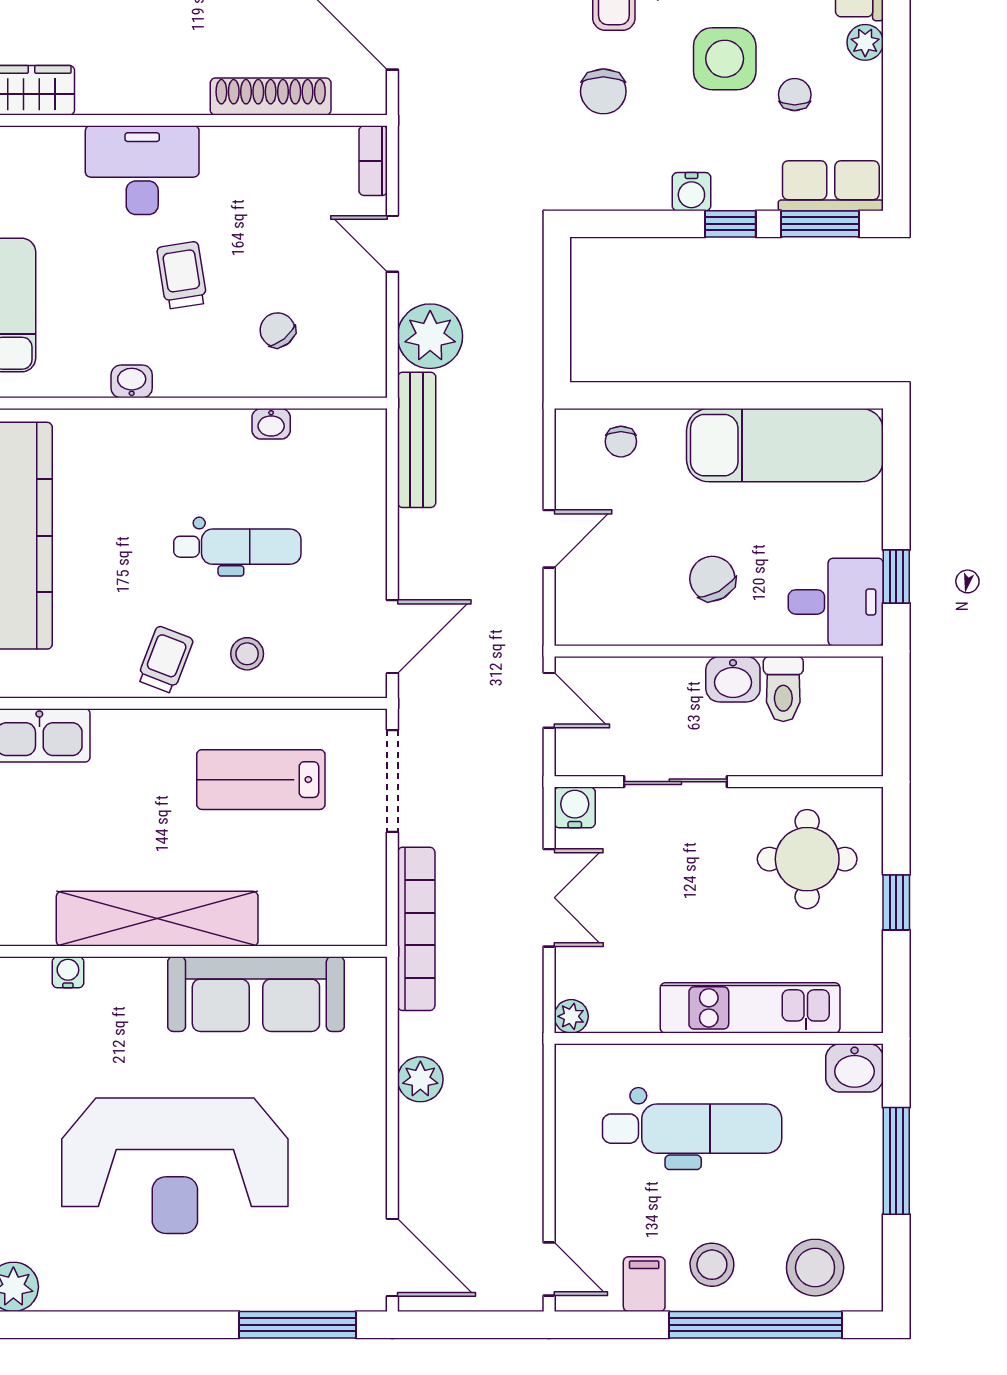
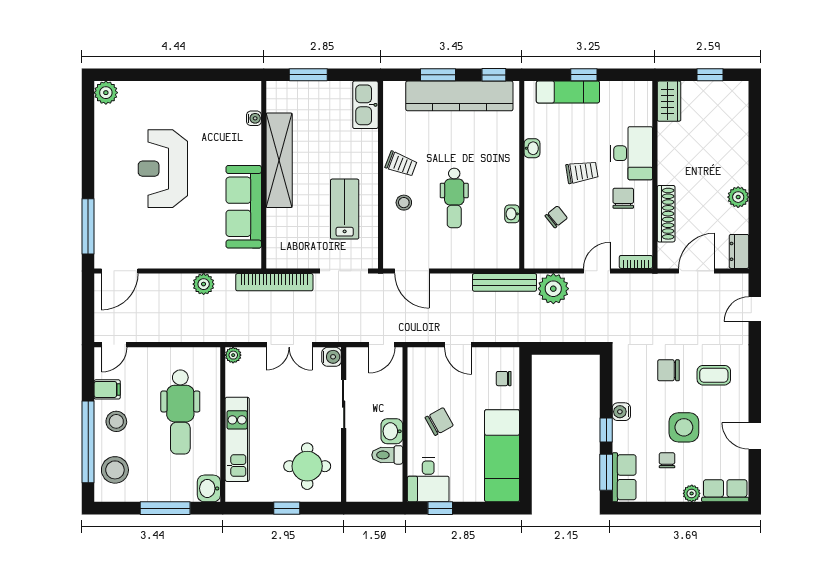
chair: (795, 95) -> (667, 460), turned -90
chair: (238, 188) -> (623, 198), added
reception desk: (175, 1166) -> (163, 169), width x0.74, depth x0.77

